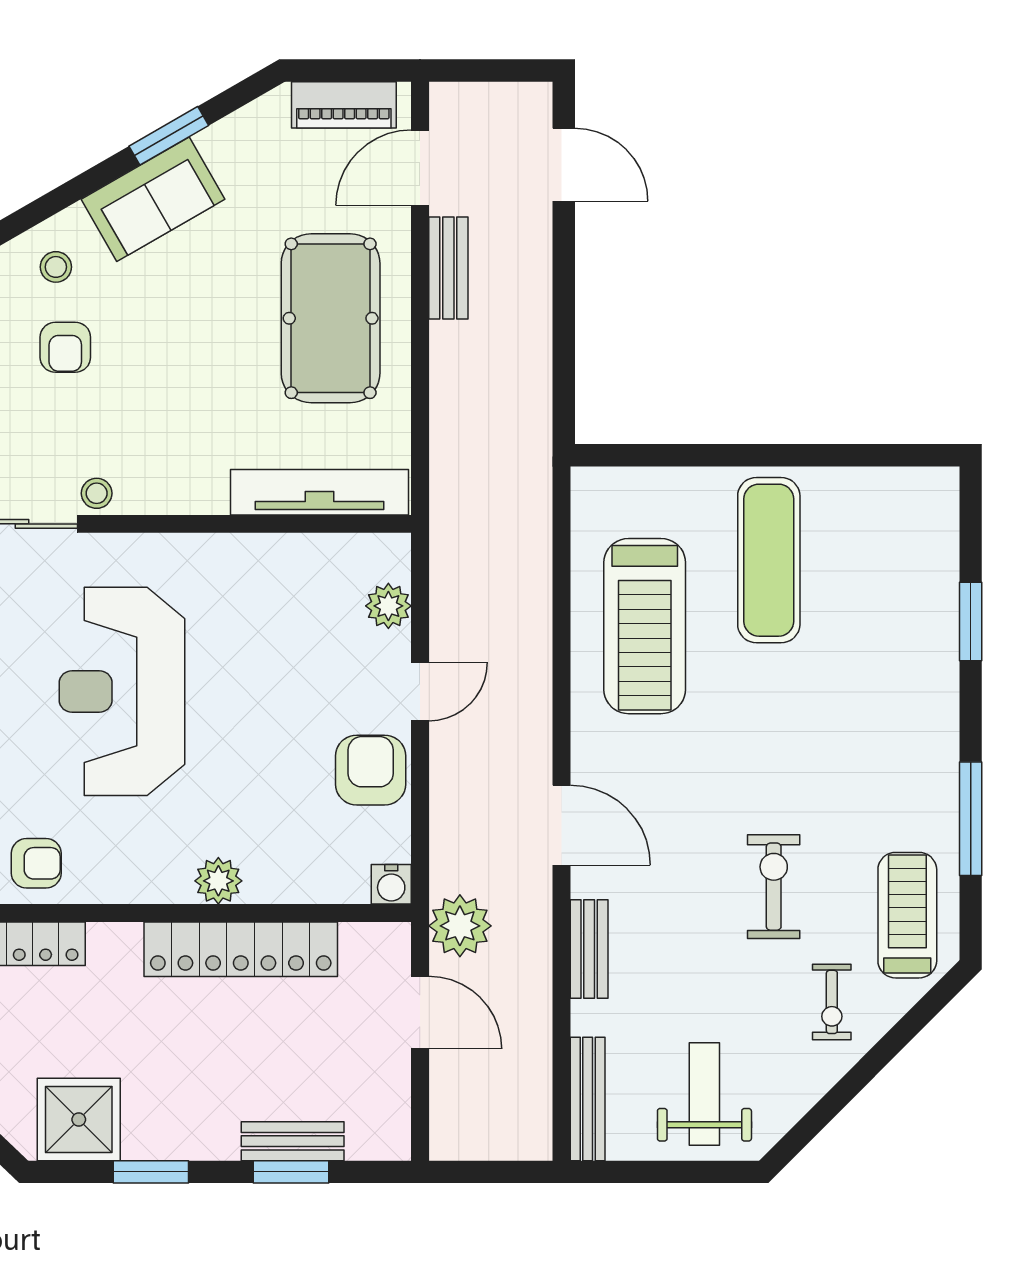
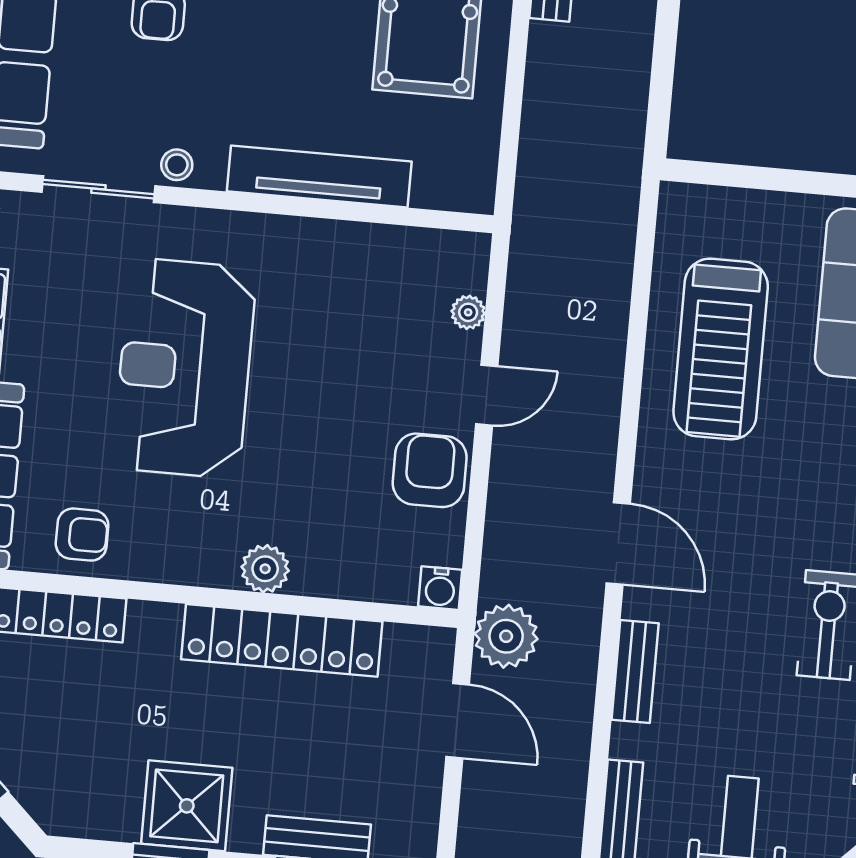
tv unit: (319, 492) -> (319, 176), moved
plant: (388, 606) -> (468, 312), width x0.73, depth x0.73
shower: (79, 1120) -> (187, 806), moved

